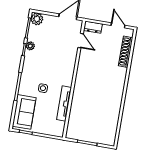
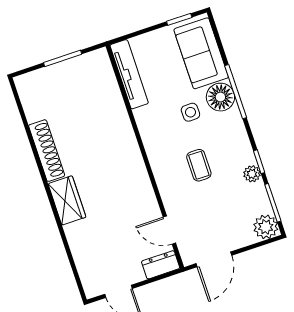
shoe rack: (126, 52) -> (47, 151), moved
coffee table: (52, 62) -> (199, 165), added
wardrobe: (119, 78) -> (67, 200), added
floor lamp: (26, 88) -> (220, 97), added
tv unit: (64, 104) -> (129, 74), moved

